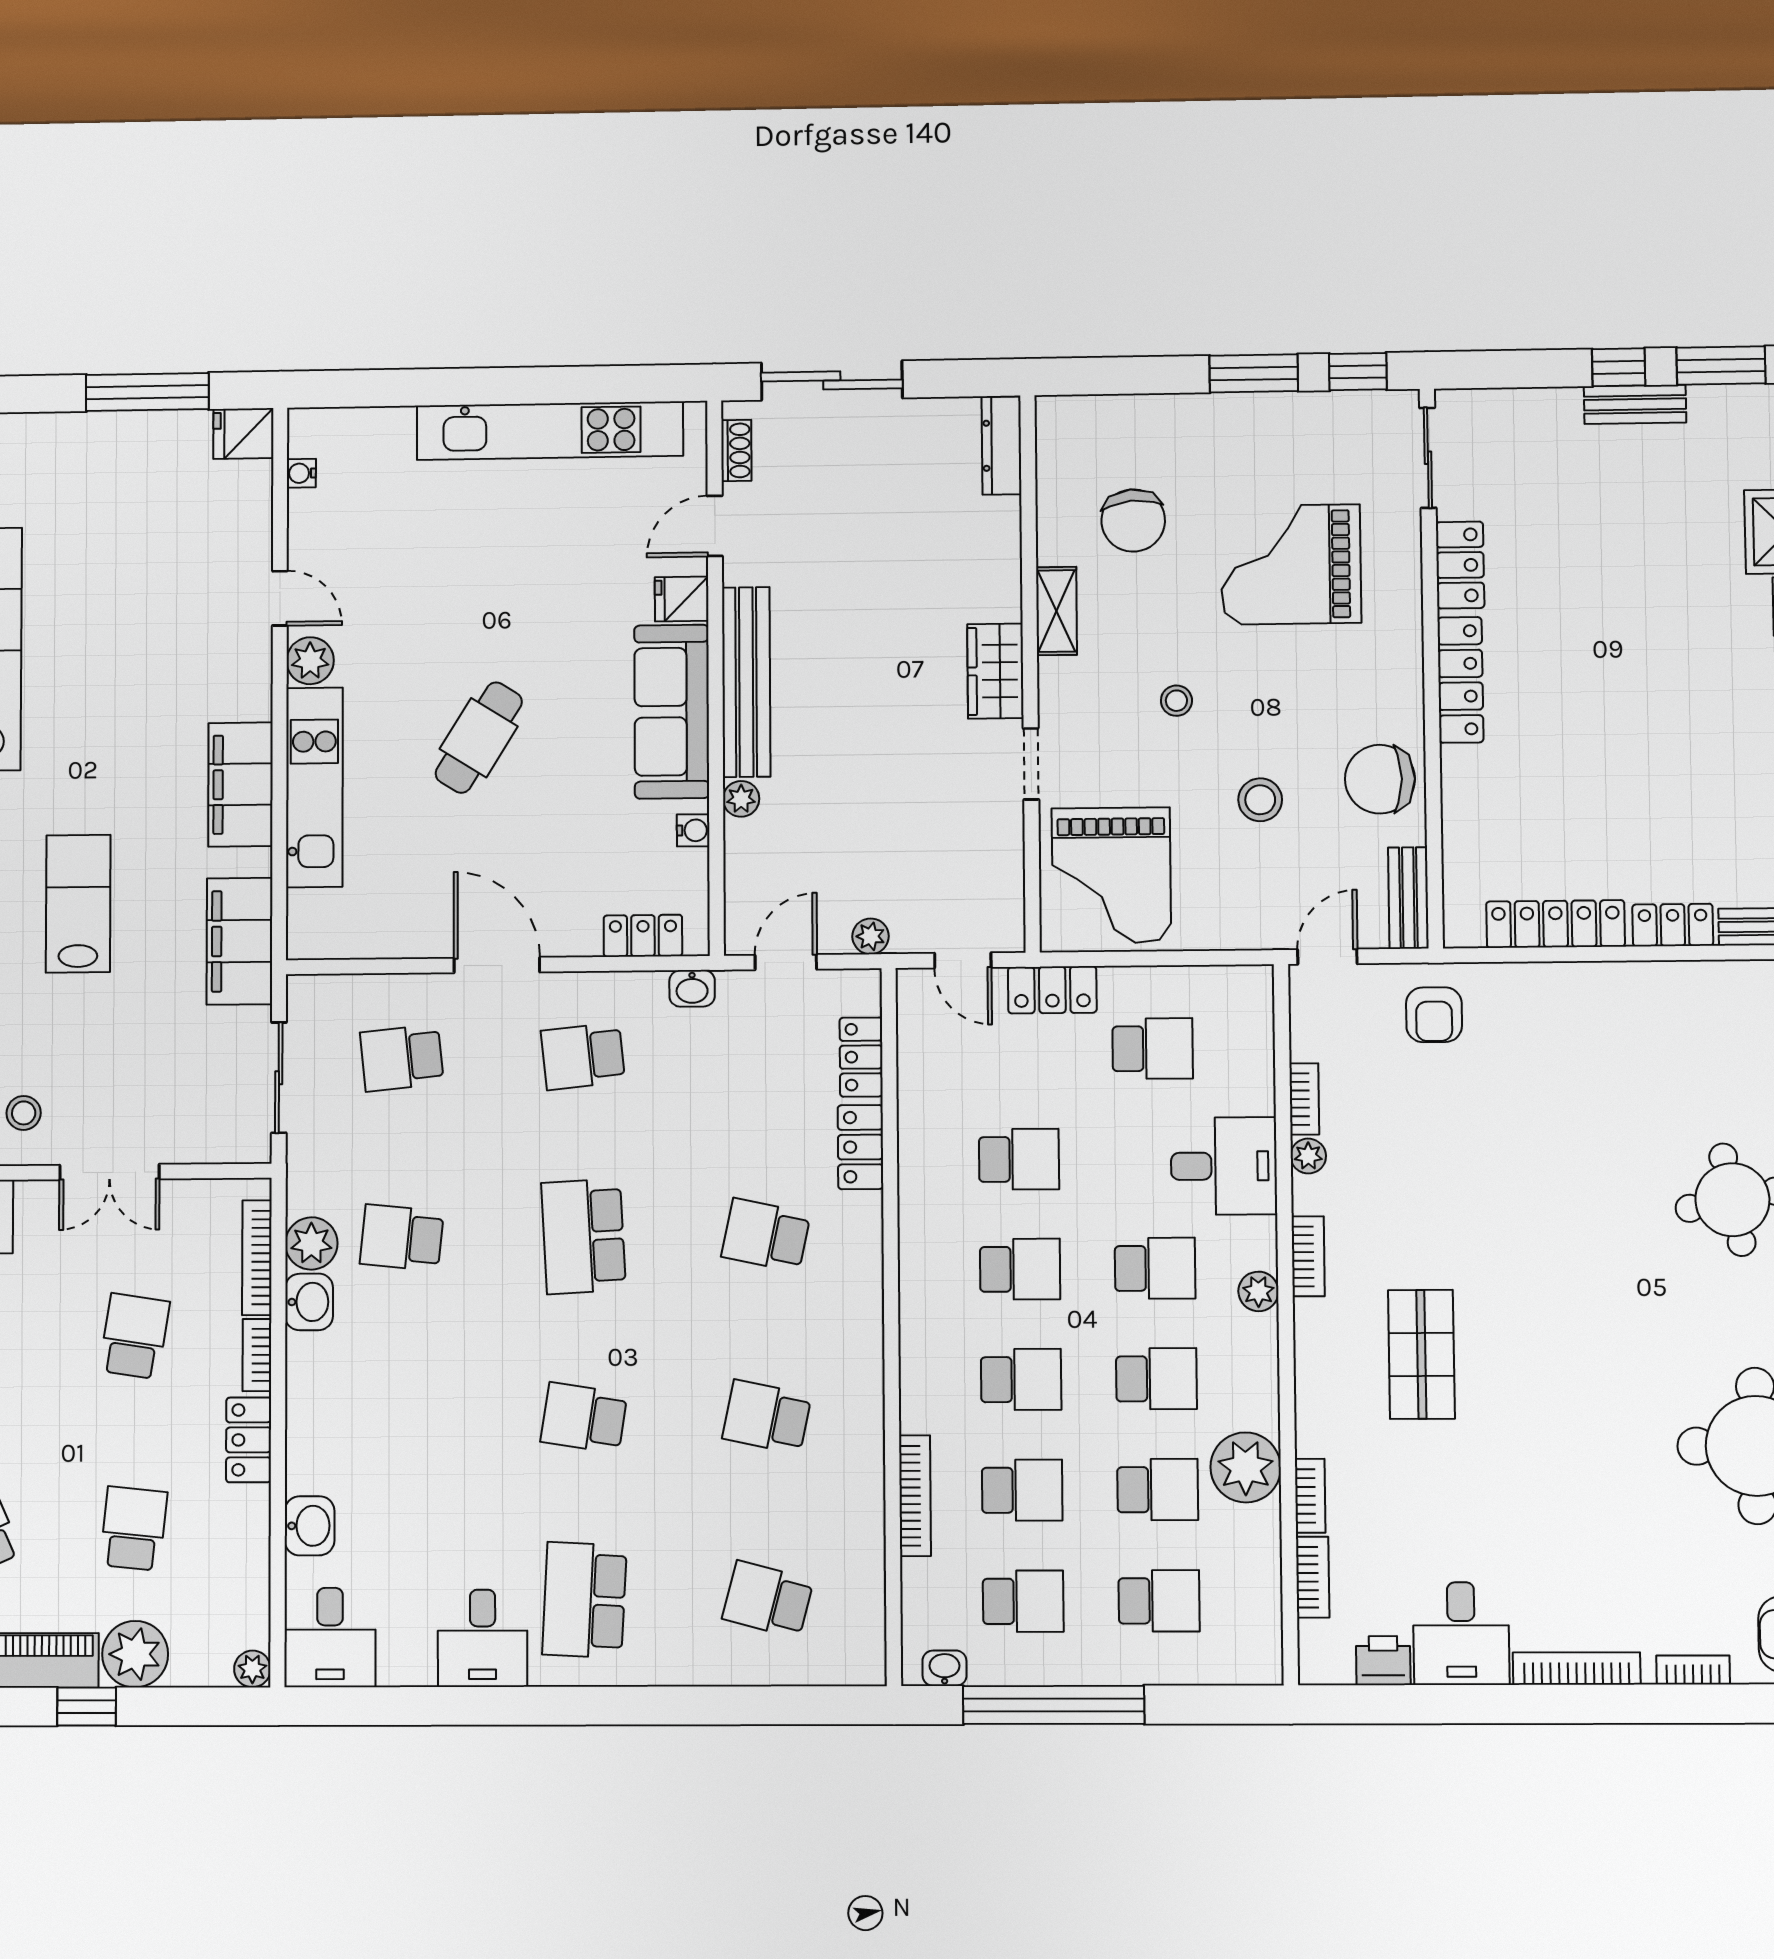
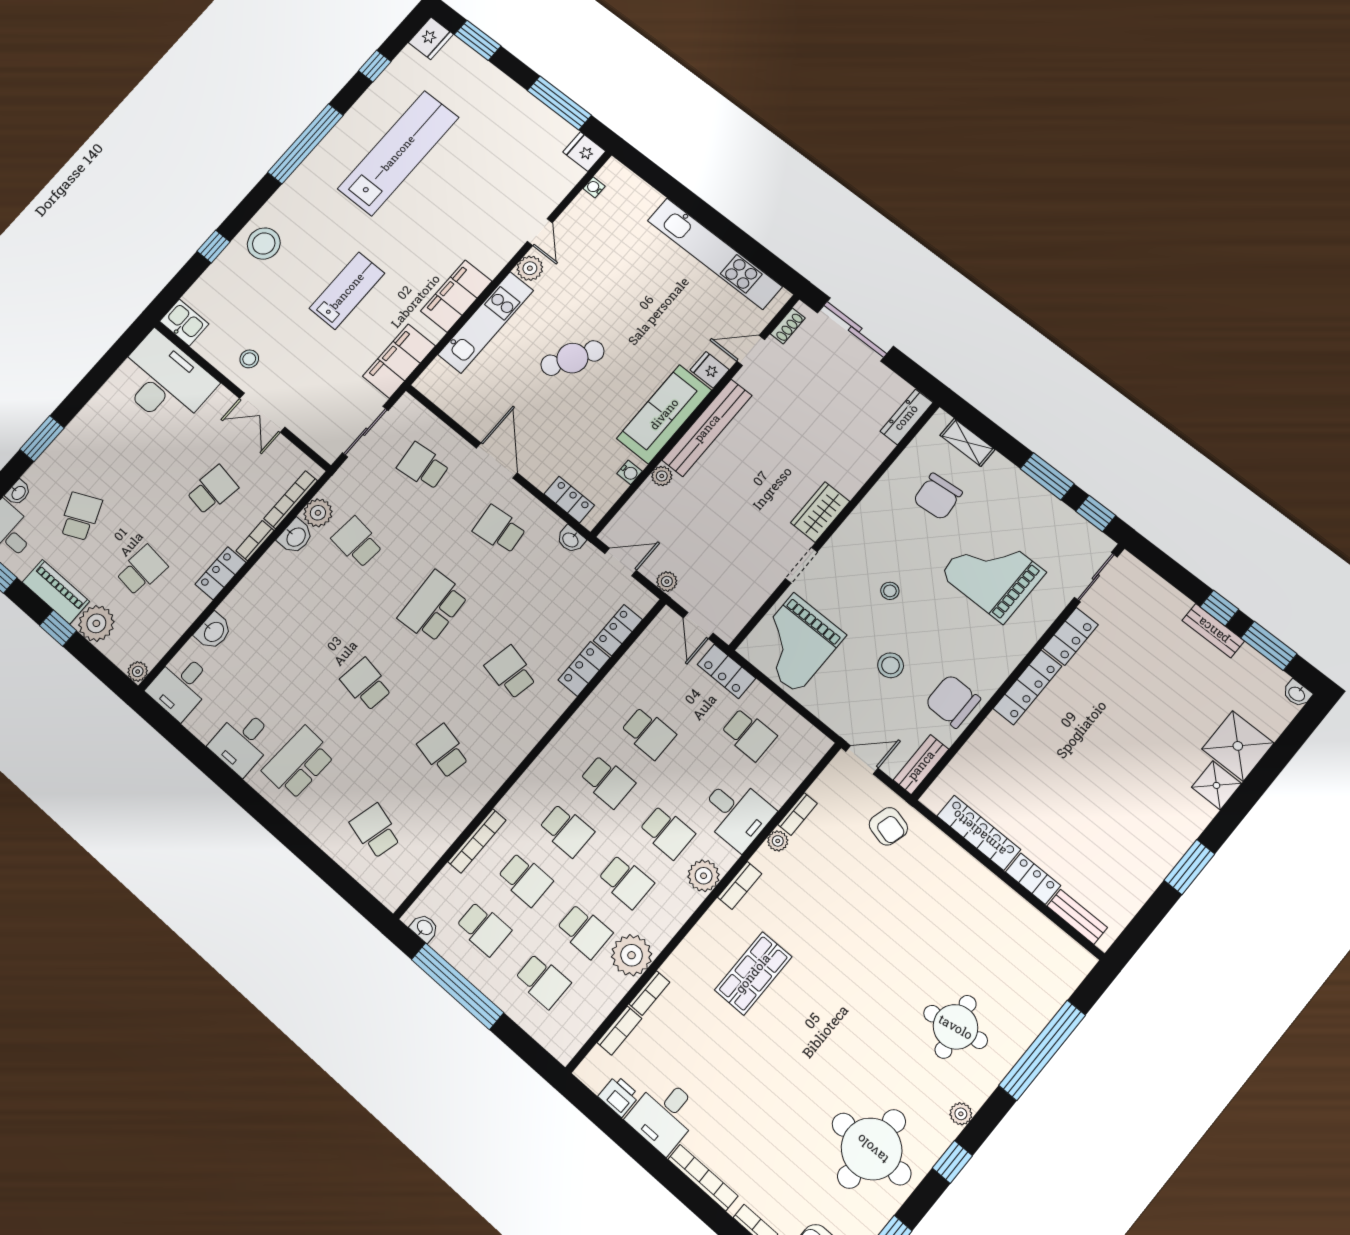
shelving: (1056, 611) -> (967, 442), moved, turned 90
armchair: (1434, 1015) -> (888, 826), turned -75
plant: (1258, 1291) -> (704, 876), width x1.38, depth x1.38

